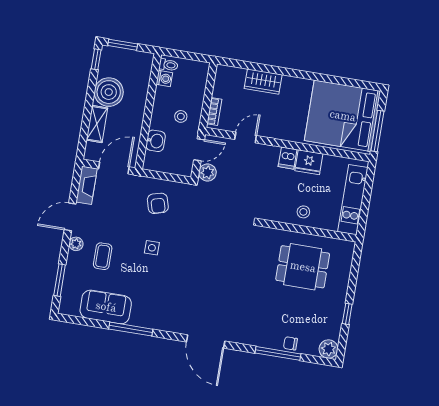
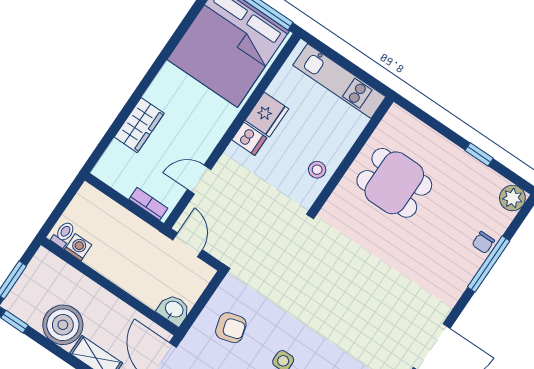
stool: (181, 116) -> (135, 249), removed
door: (246, 137) -> (199, 180), hinge flipped
washbasin: (156, 141) -> (174, 310), moved
plant: (207, 173) -> (221, 248), removed
stool: (303, 212) -> (317, 170), moved
dining table: (303, 267) -> (394, 183), turned 90

